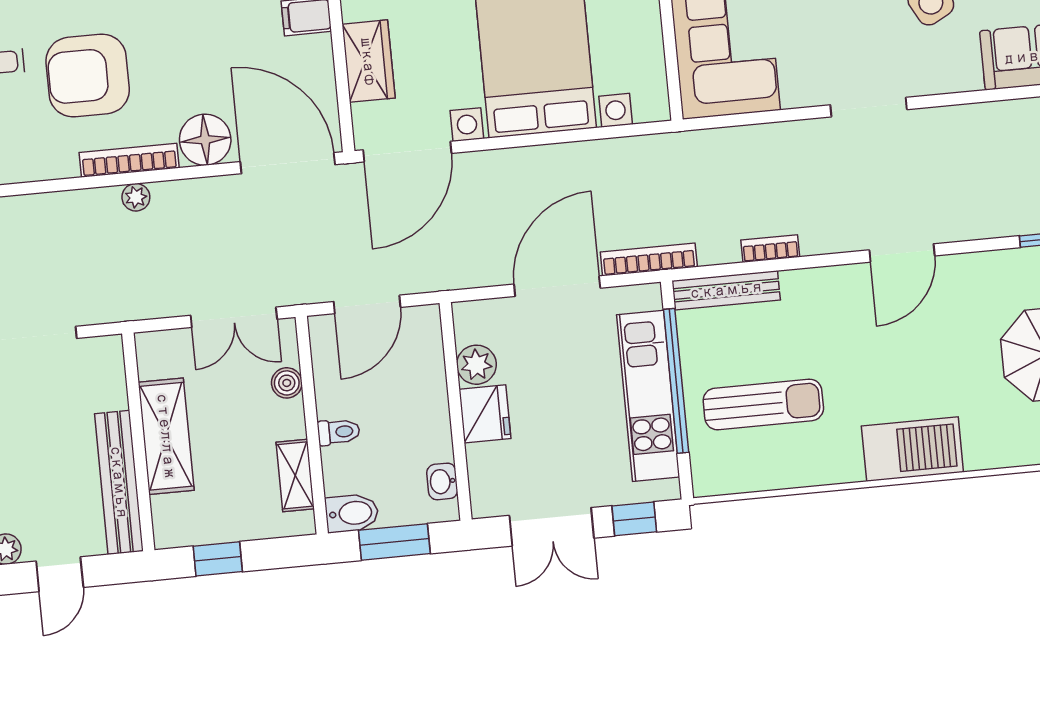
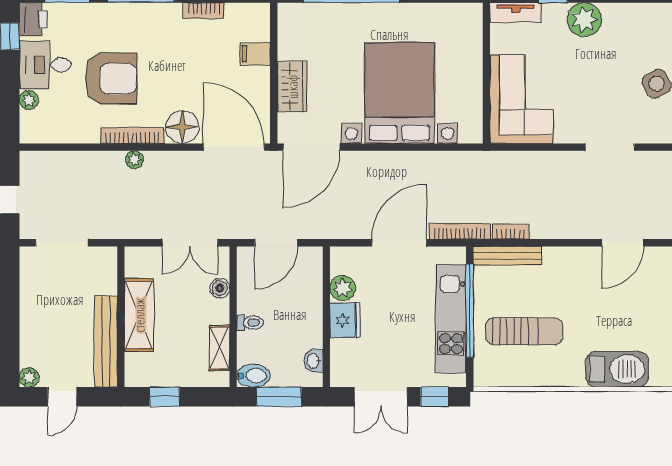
armchair: (88, 76) -> (111, 79), turned 180
bookcase: (770, 249) -> (511, 232), moved

